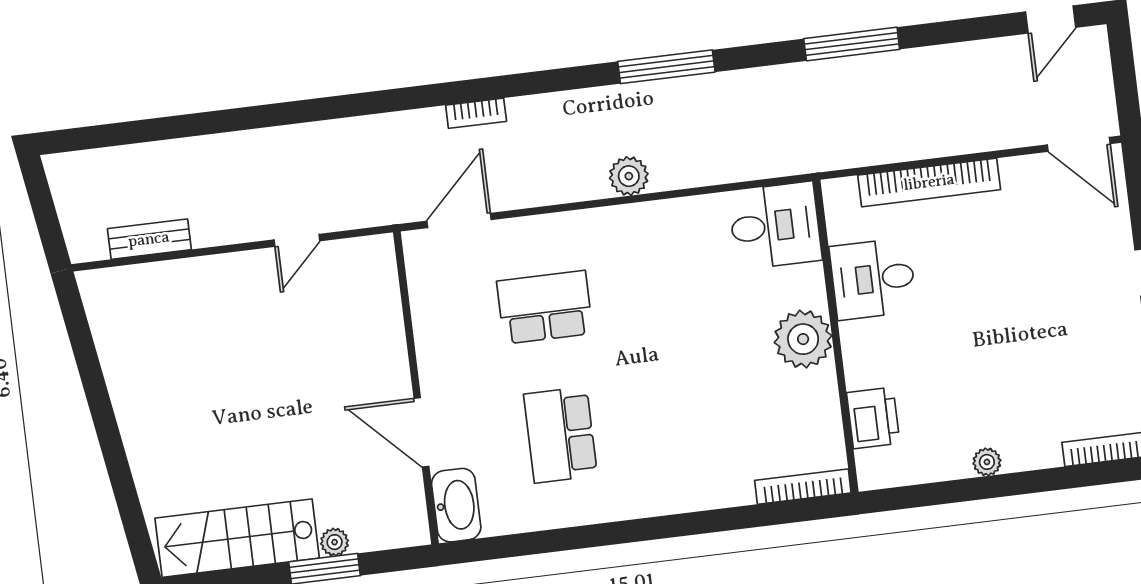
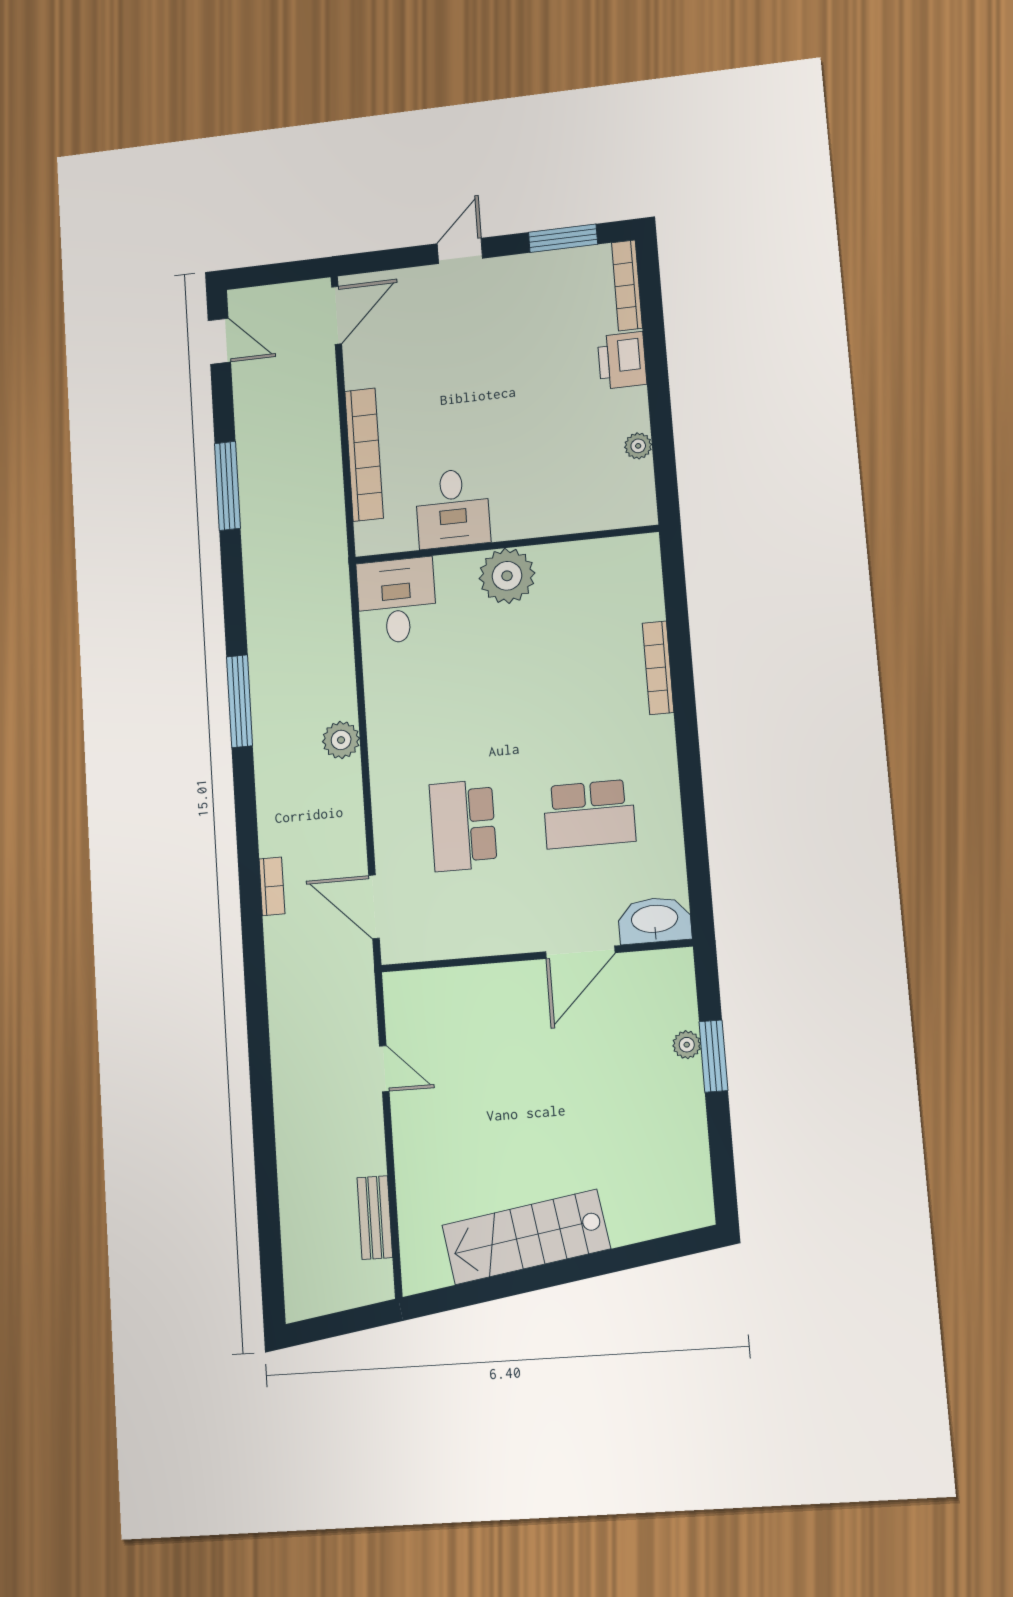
window: (852, 44) -> (227, 486), moved
printer: (873, 418) -> (622, 360), moved, turned -90
plant: (987, 462) -> (638, 446), moved
bookcase: (803, 487) -> (658, 668), moved
stairs: (237, 538) -> (526, 1237), moved, turned 81

